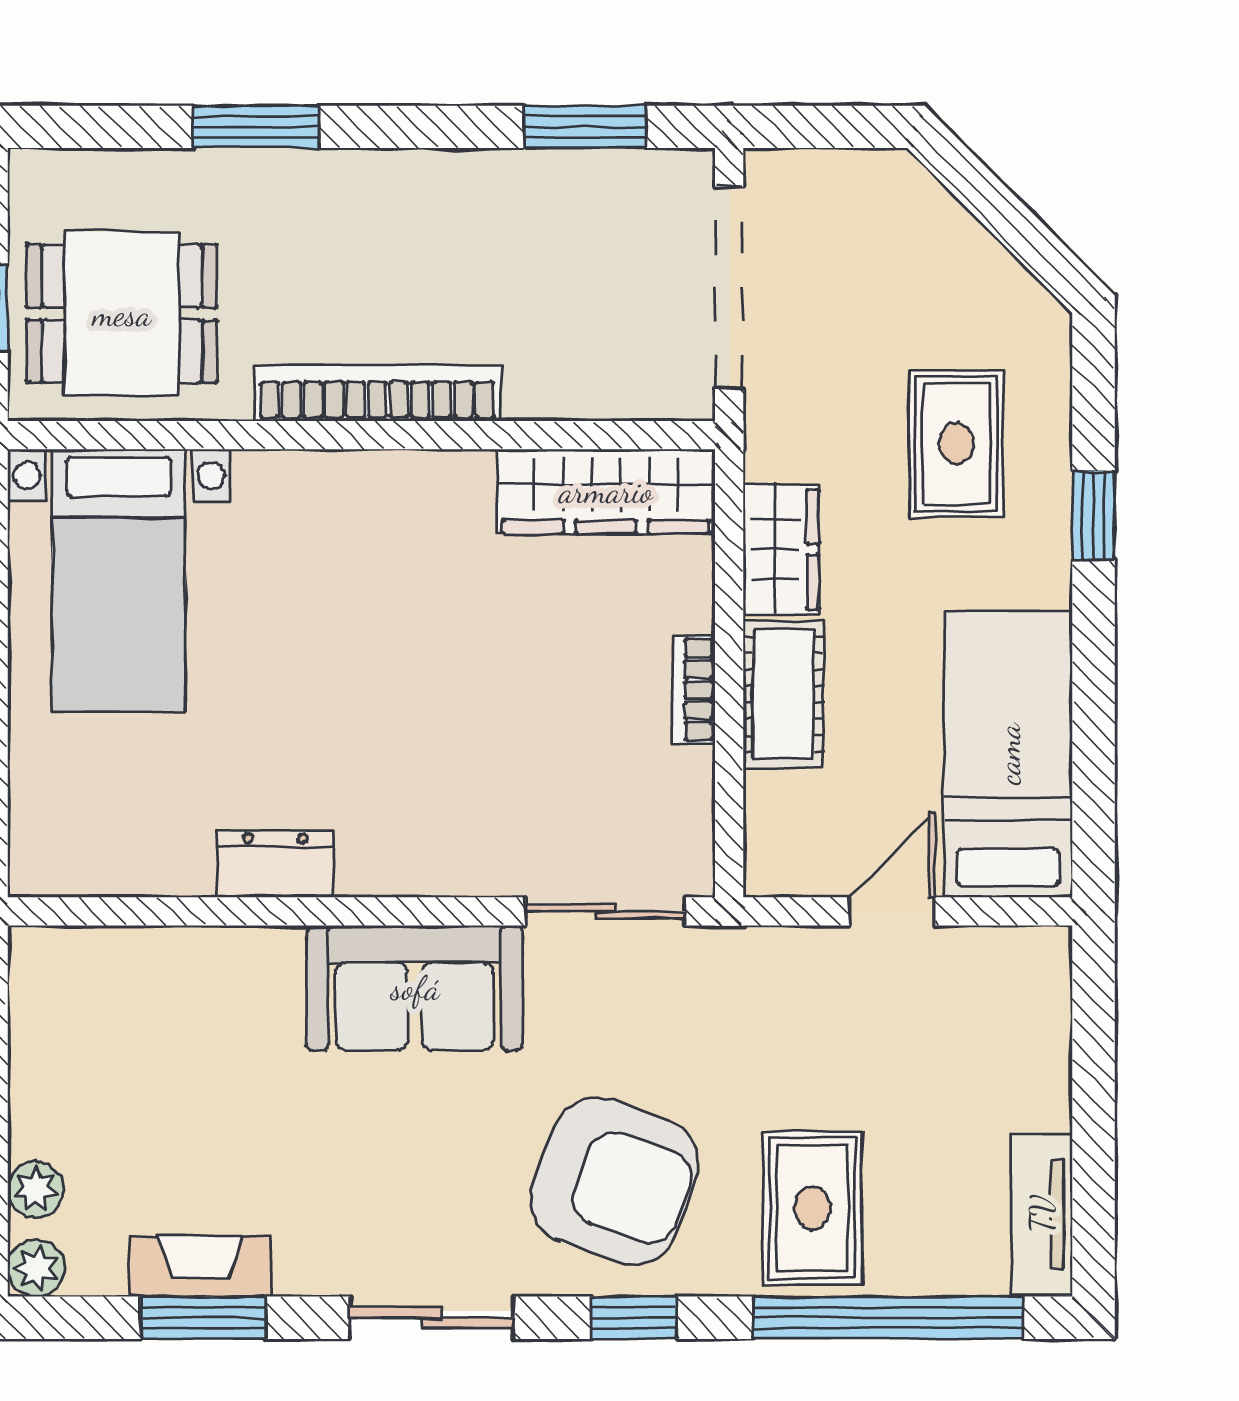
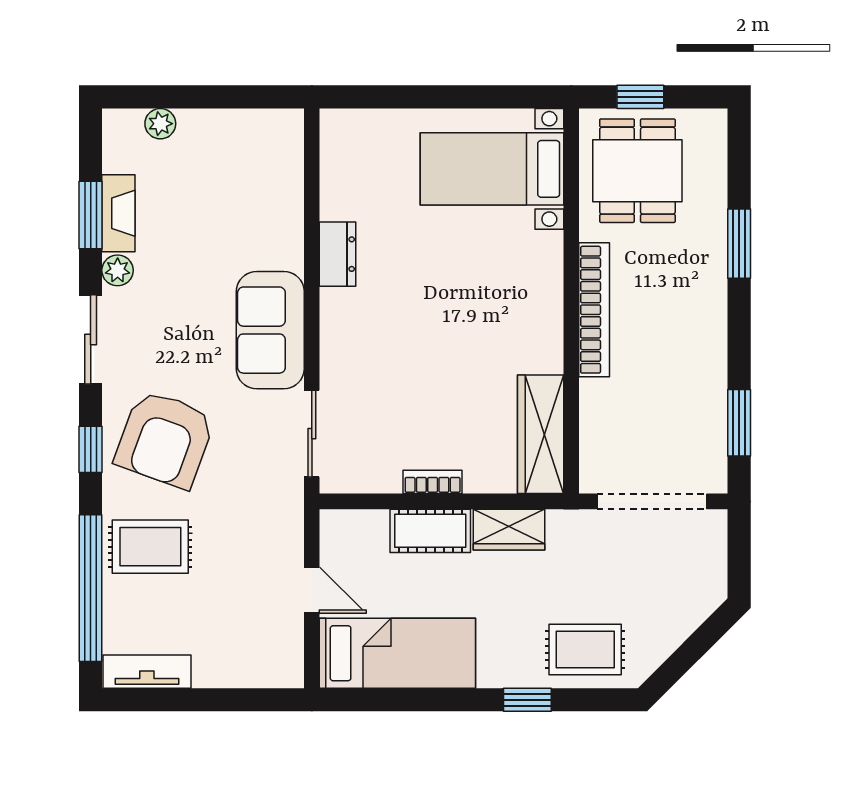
rug: (956, 444) -> (585, 650), moved
plant: (36, 1268) -> (118, 270), moved

